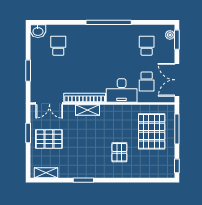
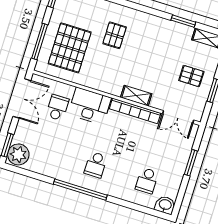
plant: (170, 35) -> (18, 154), width x1.87, depth x1.87
school desk: (147, 46) -> (96, 165), moved
double door: (49, 104) -> (178, 117), swing flipped
pallet: (49, 139) -> (191, 76), width x0.67, depth x0.71
window: (83, 180) -> (183, 21), moved

